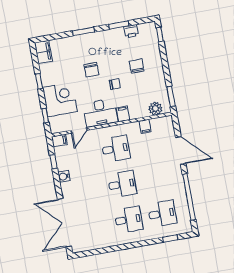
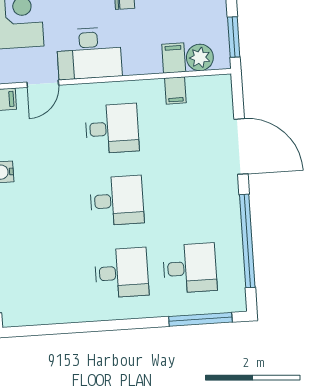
filing cabinet: (123, 114) -> (174, 58), moved
window: (170, 238) -> (200, 319), width x2.17

